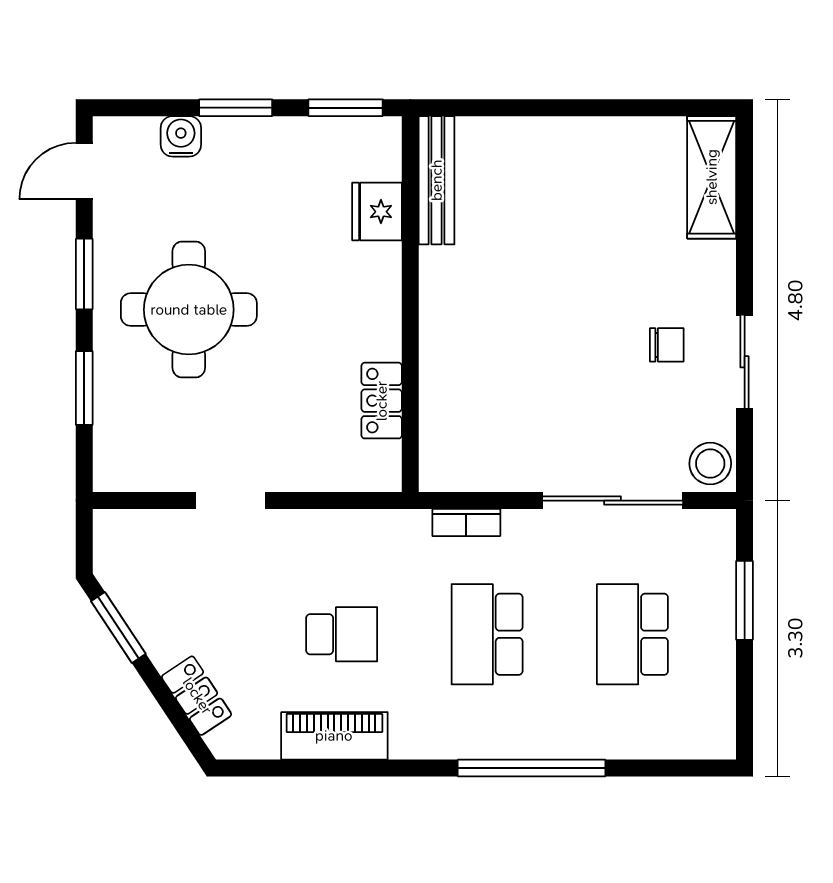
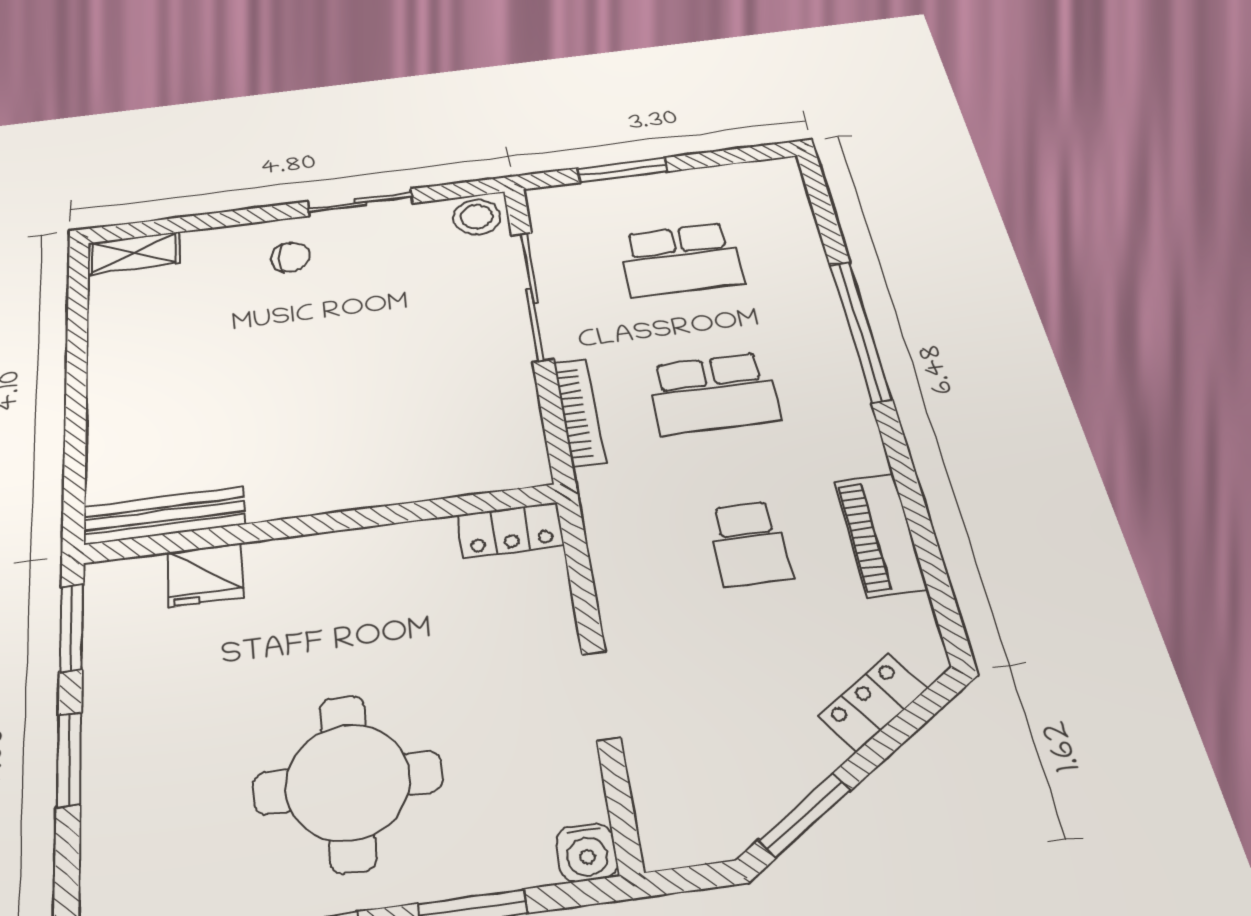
water cooler: (181, 136) -> (587, 852), moved, turned -90
shelving: (712, 177) -> (134, 253), width x0.67, depth x0.75
chair: (667, 345) -> (291, 257), moved, turned 90
locker: (382, 401) -> (510, 530), moved
bookcase: (466, 523) -> (579, 412), width x1.56
school desk: (342, 634) -> (749, 544), turned 180

